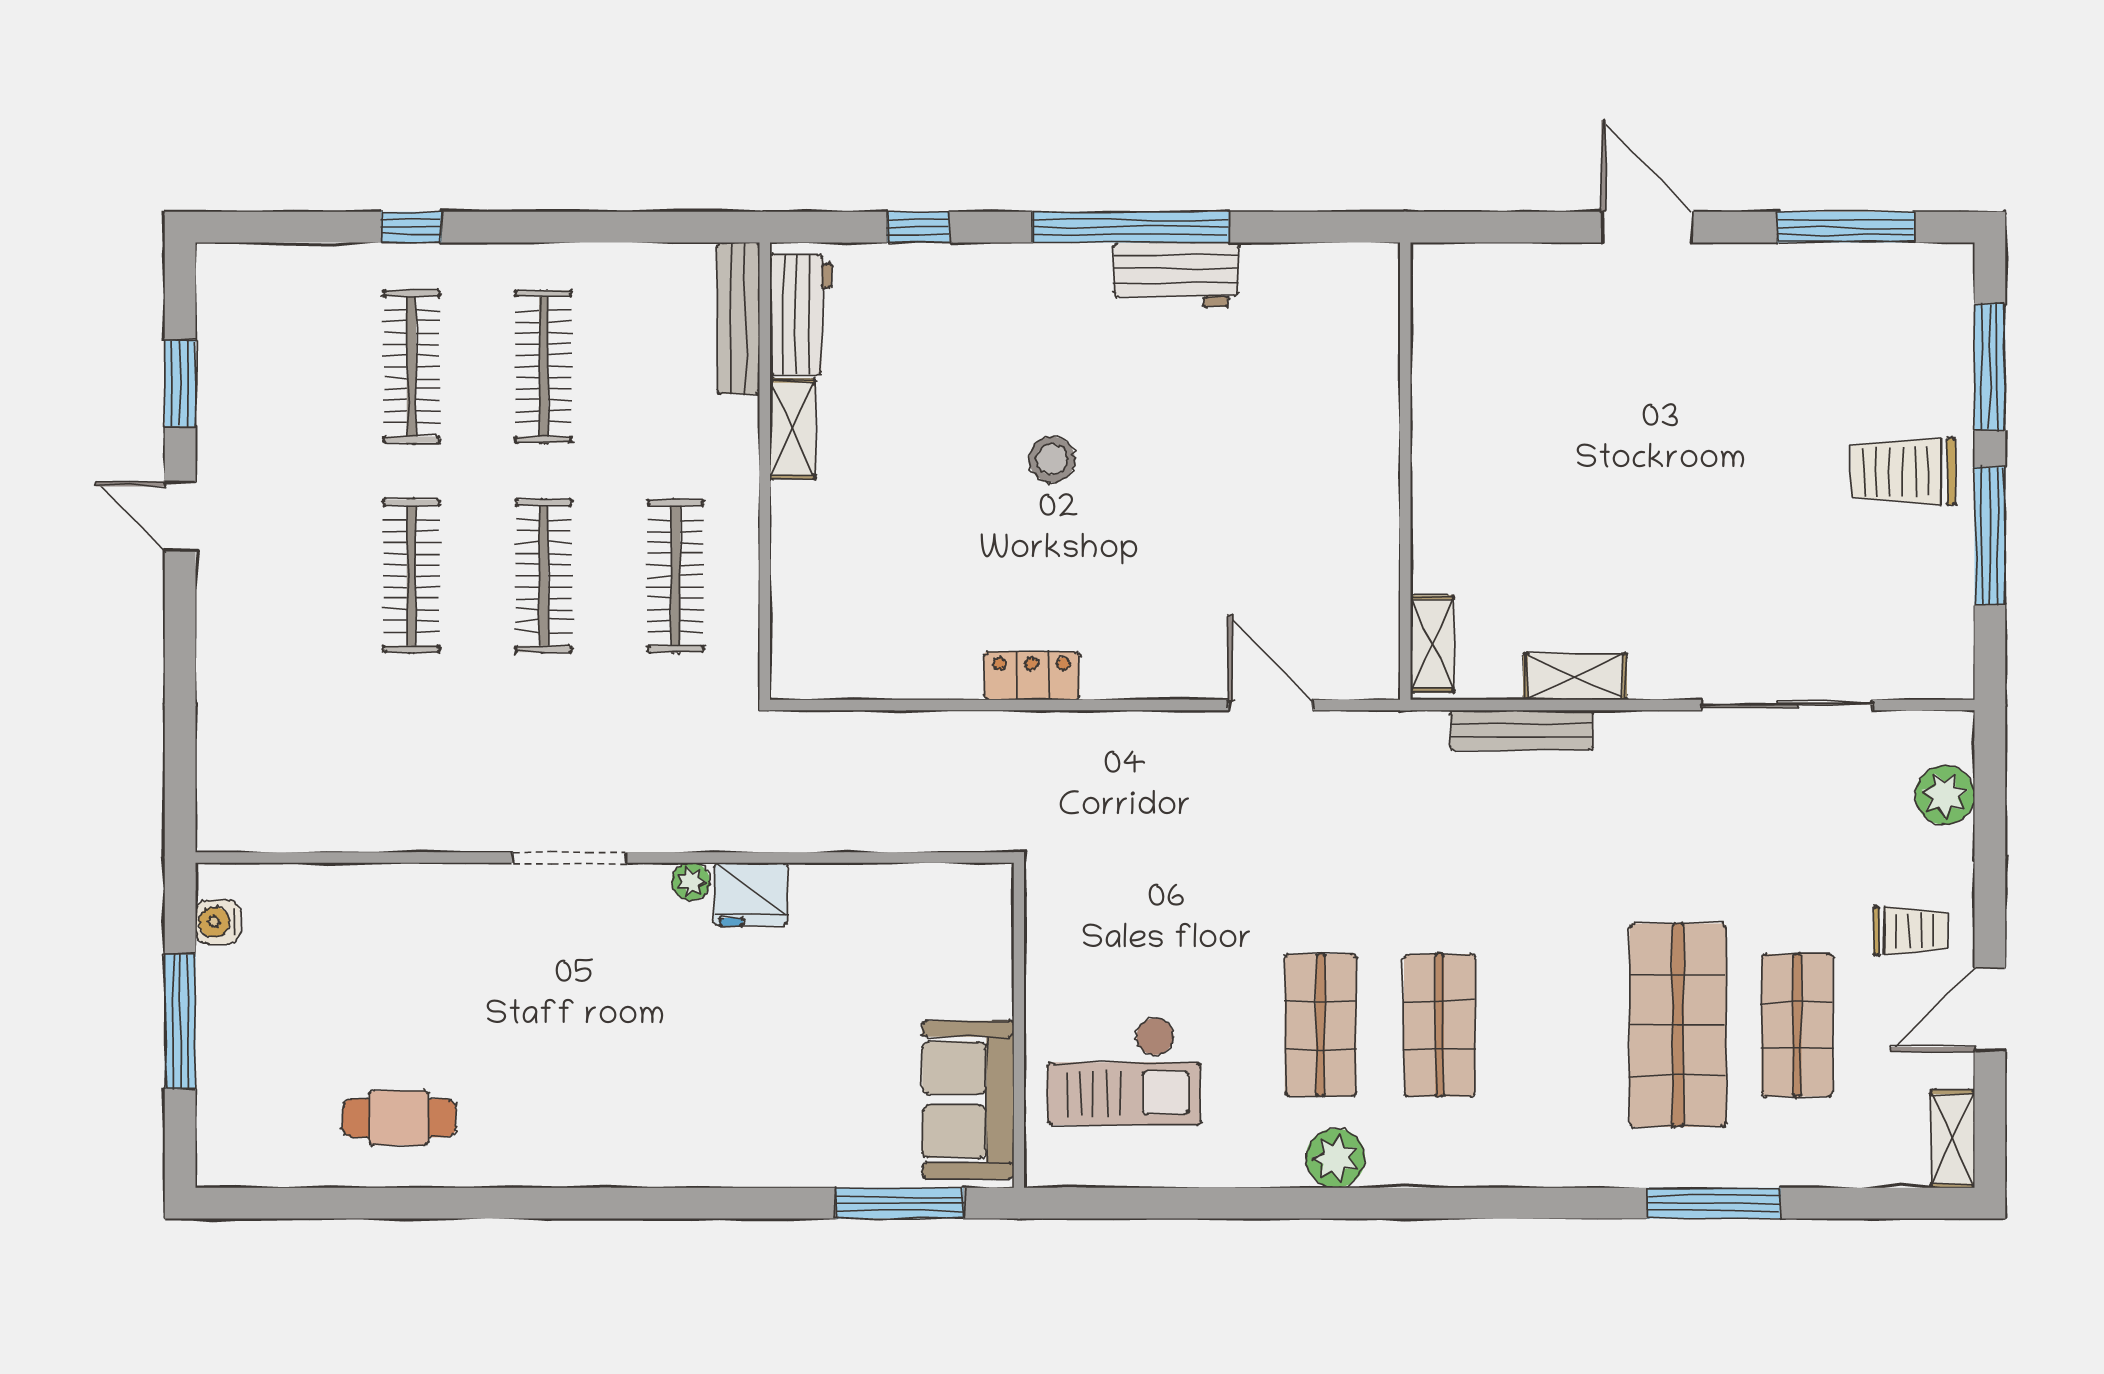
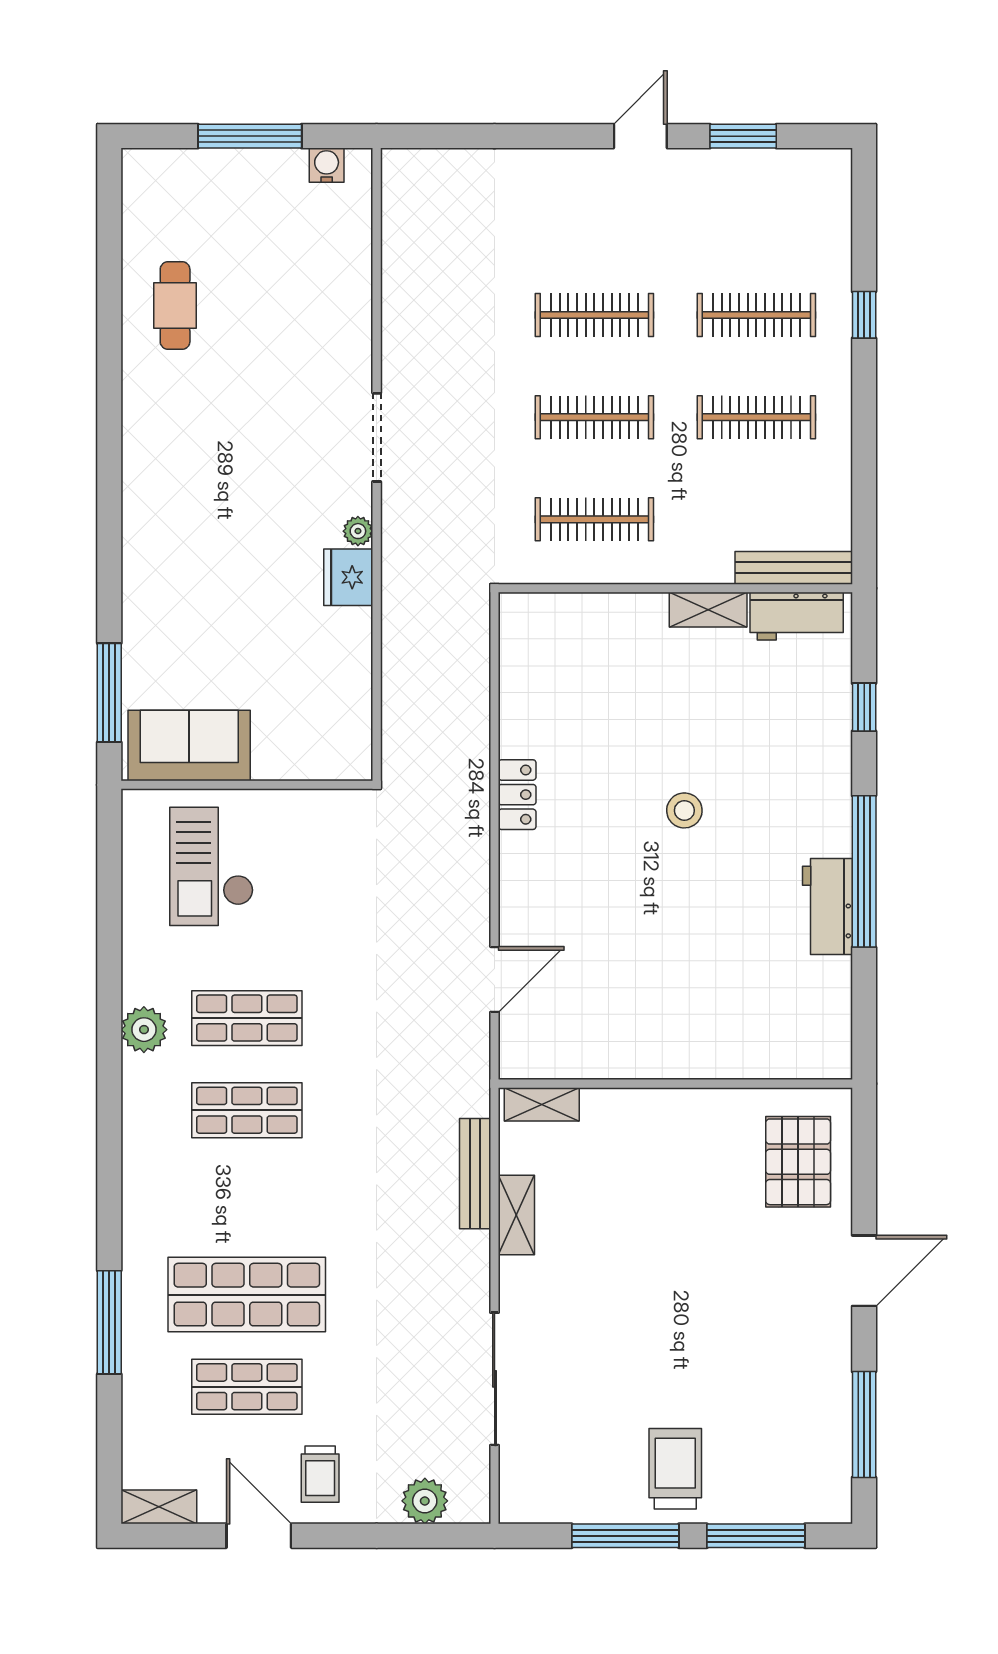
pallet: (1506, 312) -> (798, 1162), added

